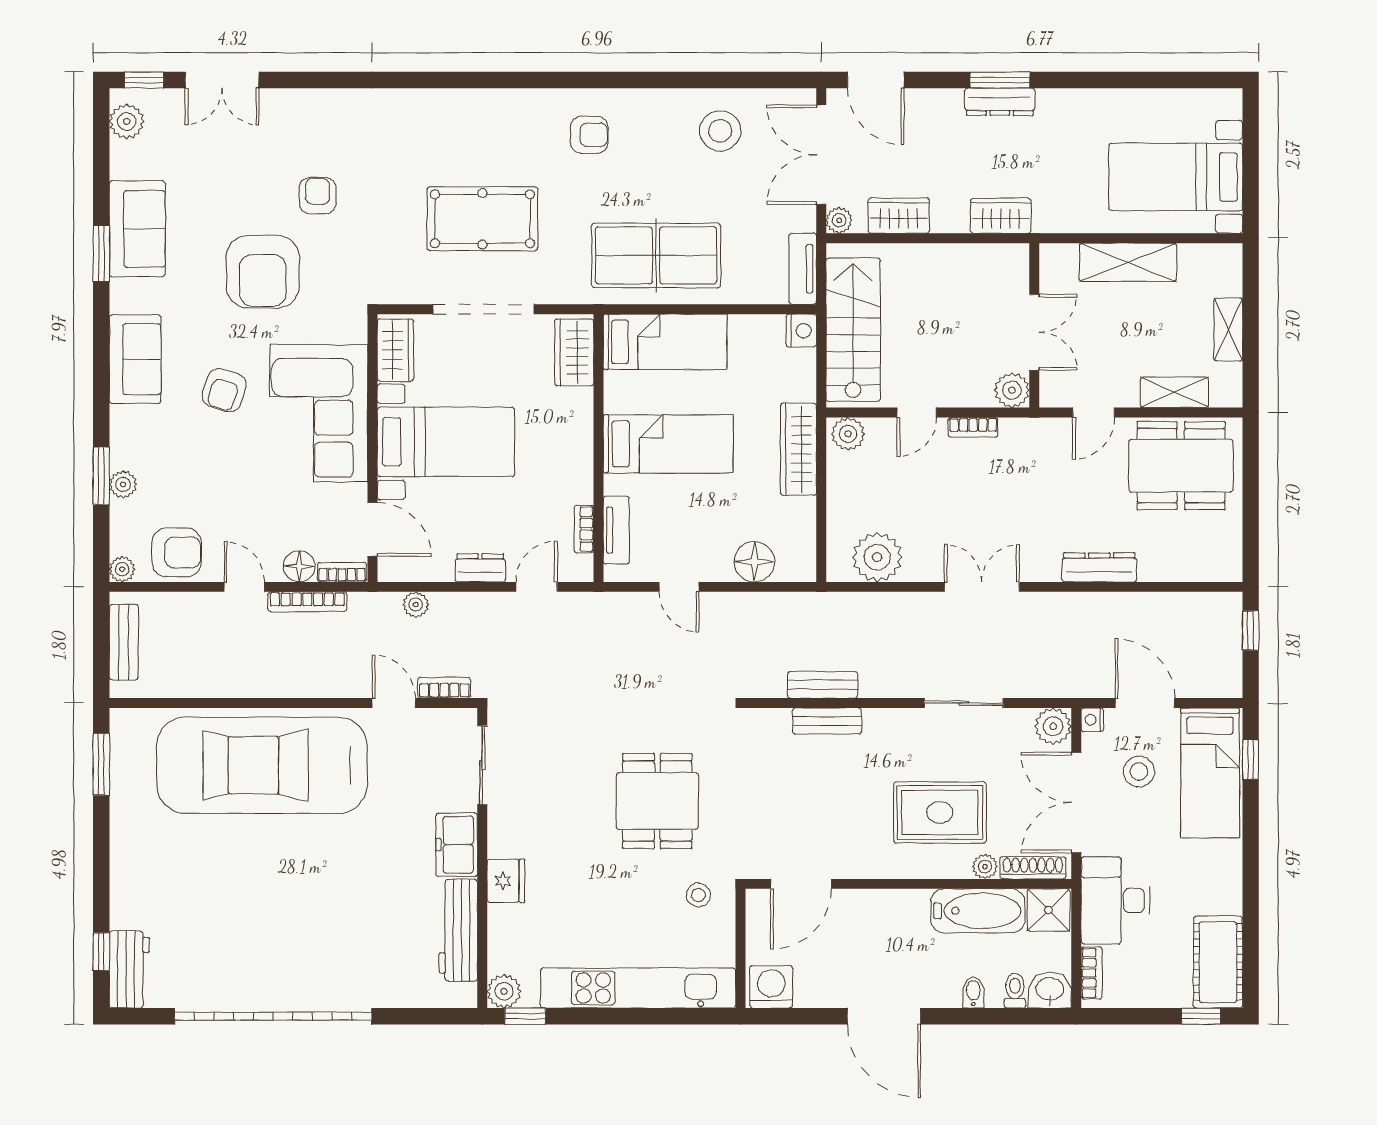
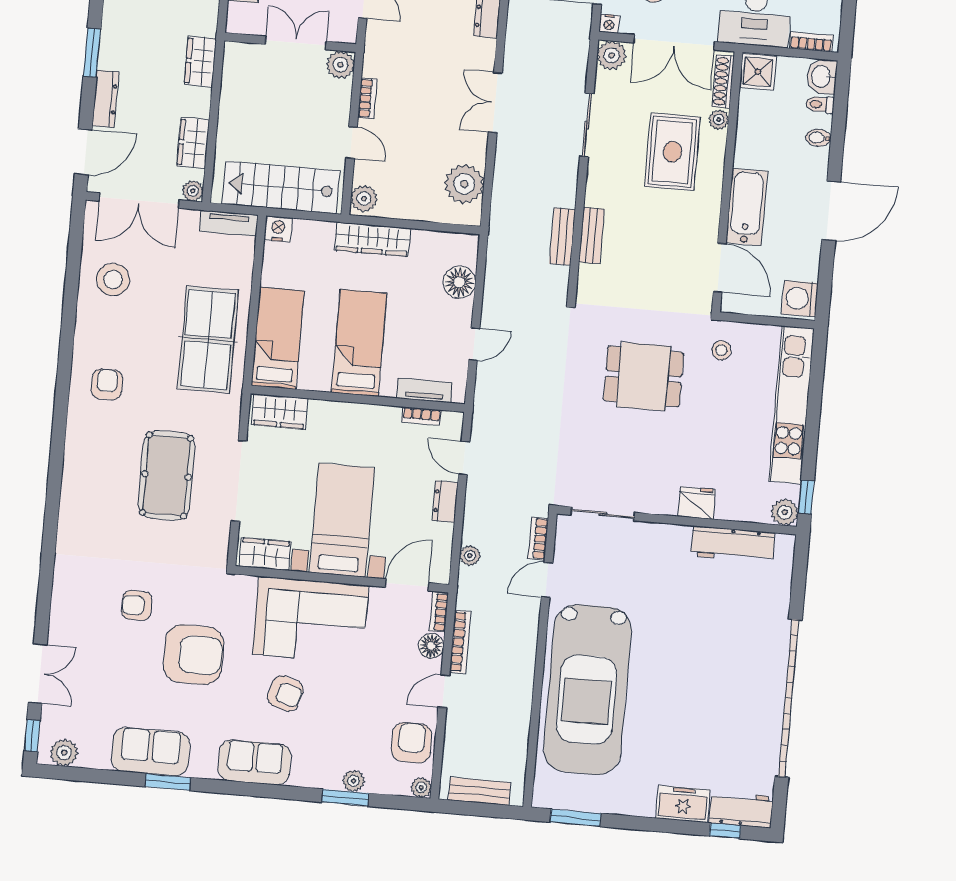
dresser: (1000, 102) -> (105, 99), moved
freezer: (457, 845) -> (683, 804), moved, turned 180
bathtub: (978, 911) -> (747, 207), moved

